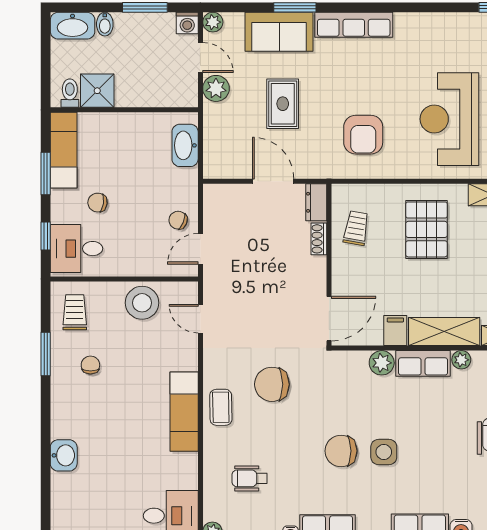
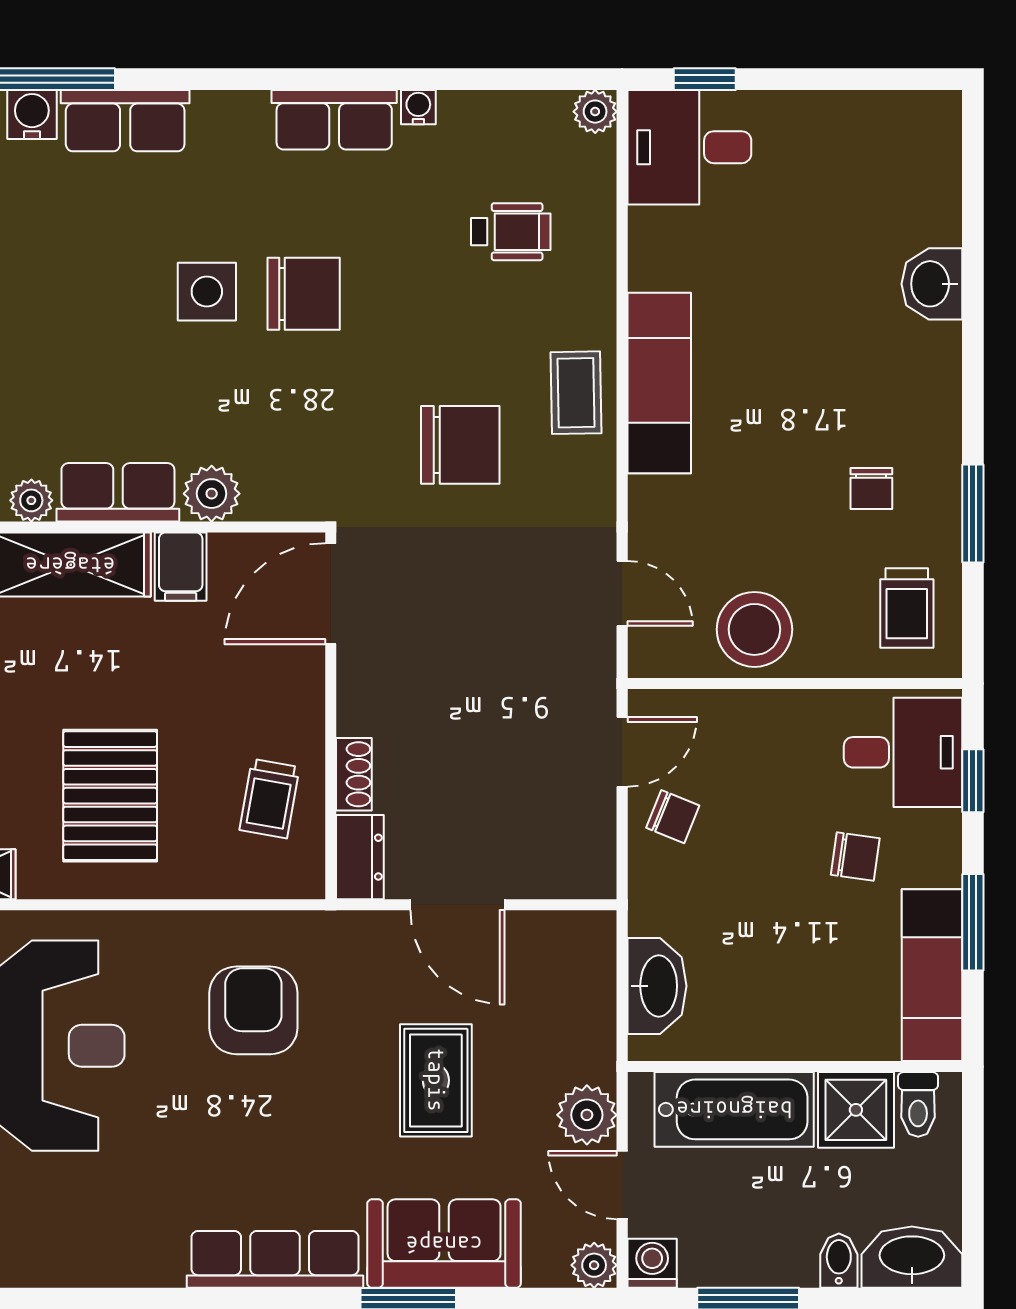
bathtub: (151, 91) -> (734, 1109), added

